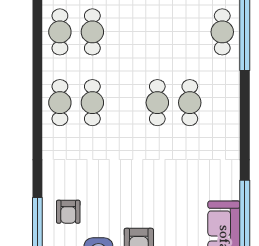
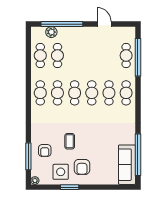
cafe table: (125, 103) -> (75, 93), added
cafe table: (222, 103) -> (126, 93), added
coffee table: (115, 194) -> (70, 141), added

